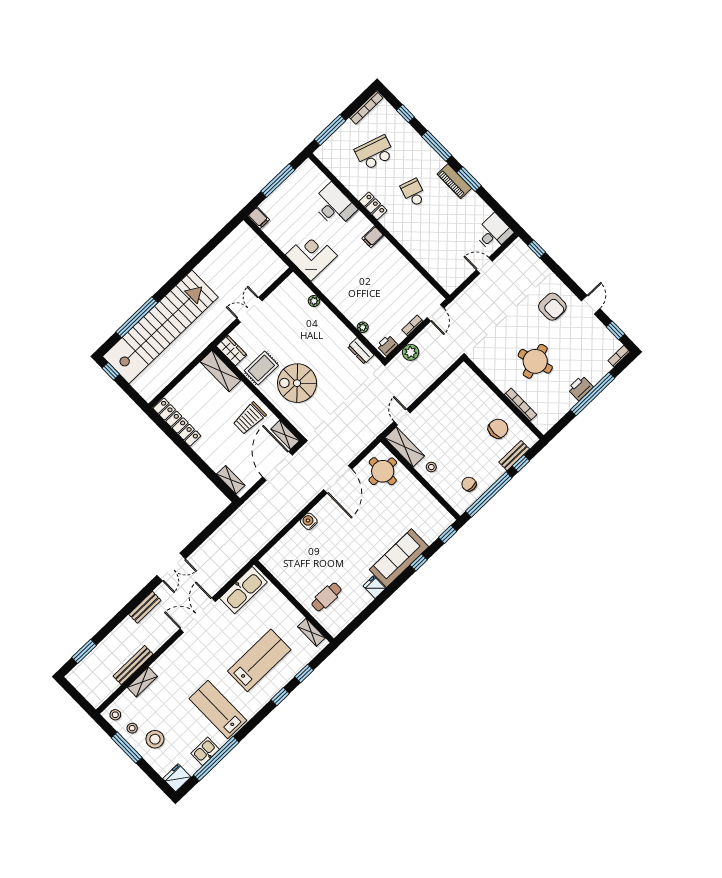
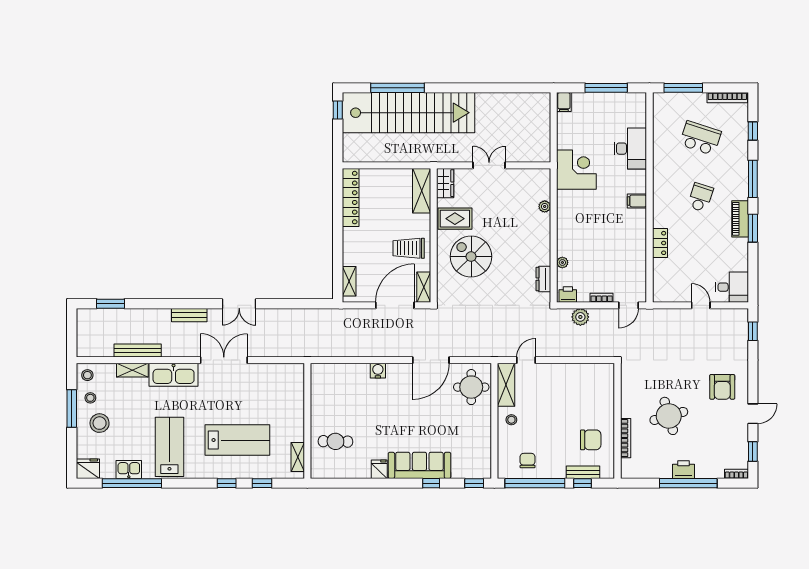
locker: (373, 206) -> (660, 243), moved
kitchen sink: (243, 590) -> (174, 375), moved

